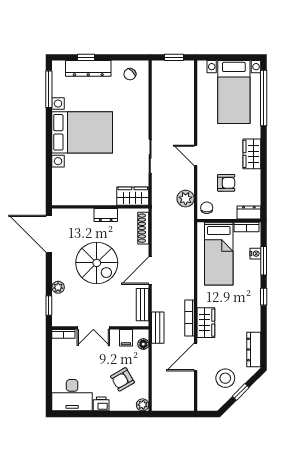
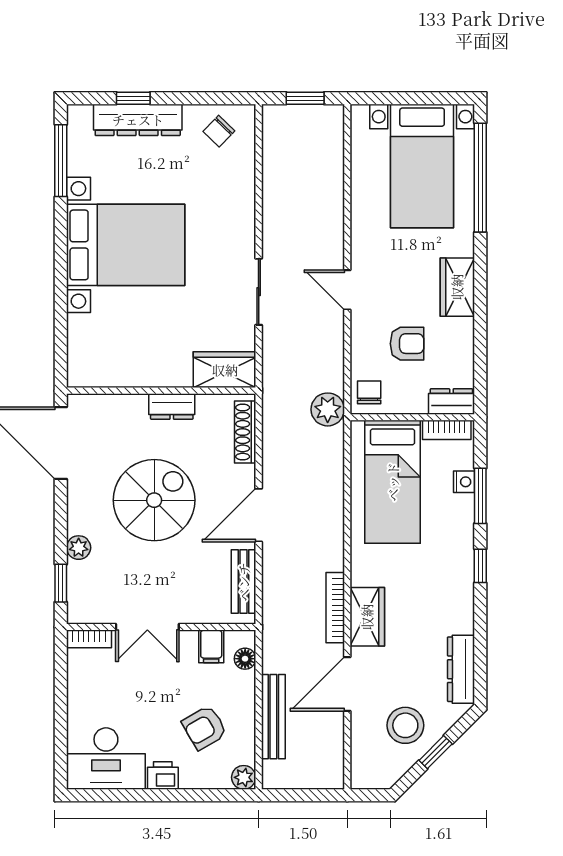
plant: (186, 199) -> (328, 409), moved
spiral stairs: (97, 263) -> (154, 500), turned -90
bench: (158, 328) -> (273, 717), moved, width x1.36

